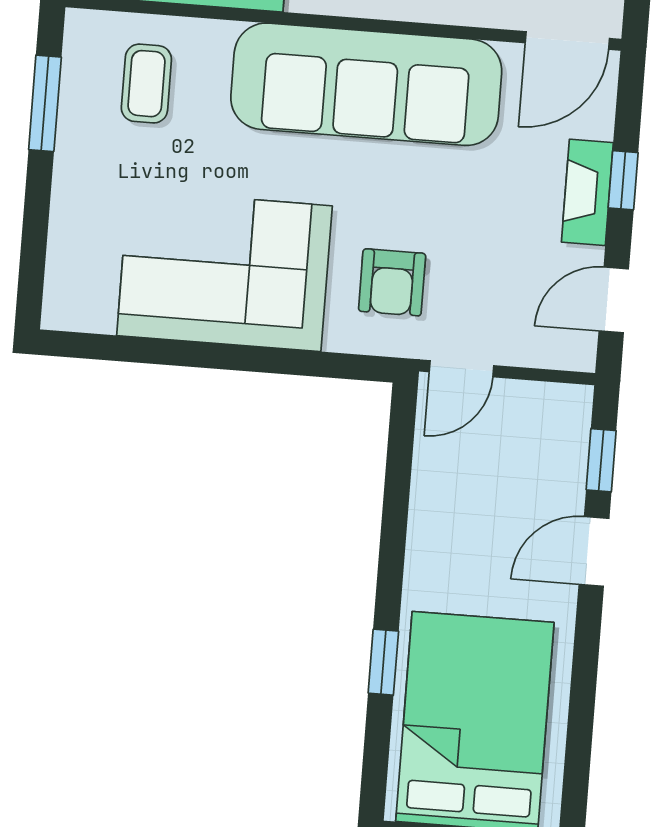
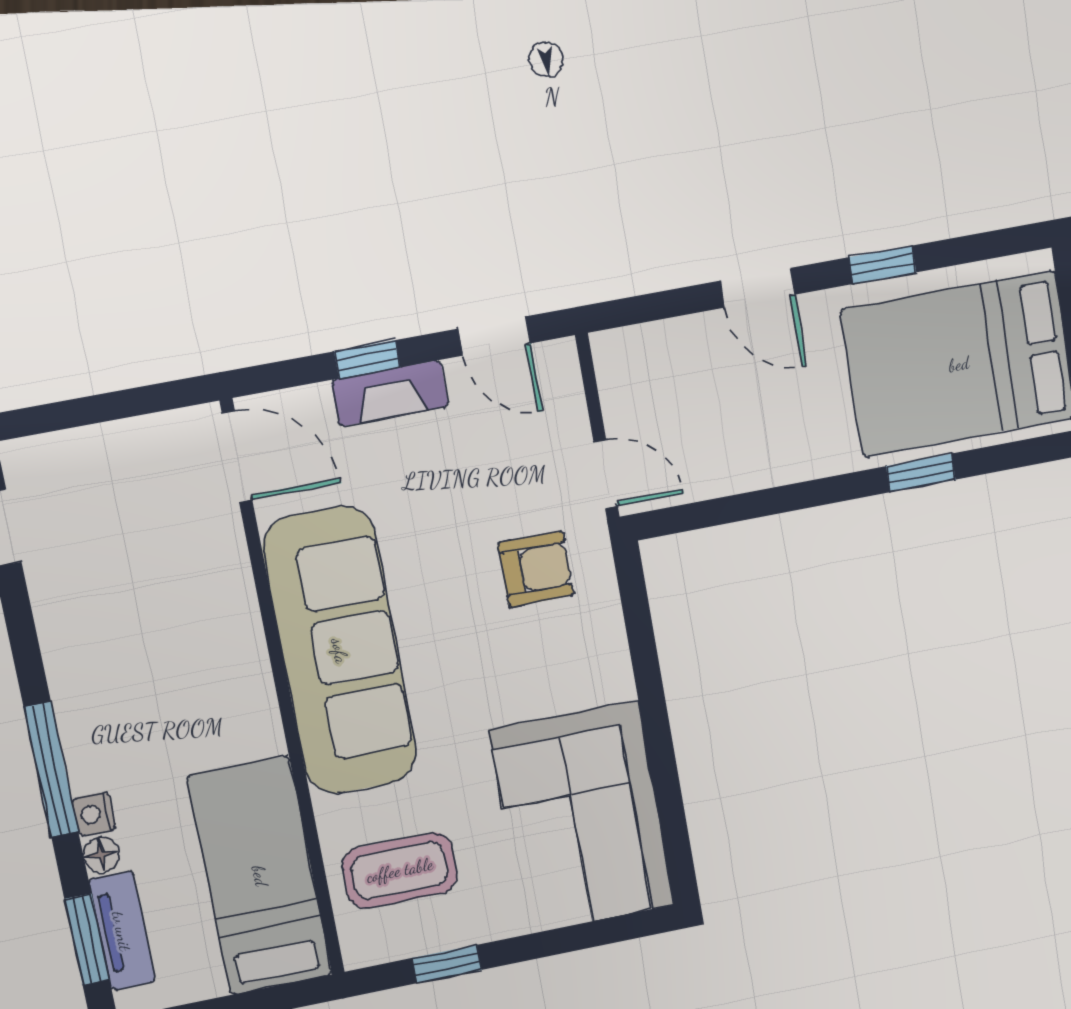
coffee table: (146, 84) -> (400, 870), width x1.36, depth x1.30
window: (45, 103) -> (447, 964), width x0.67
corner sofa: (224, 271) -> (582, 818), moved
window: (601, 460) -> (883, 265), moved

